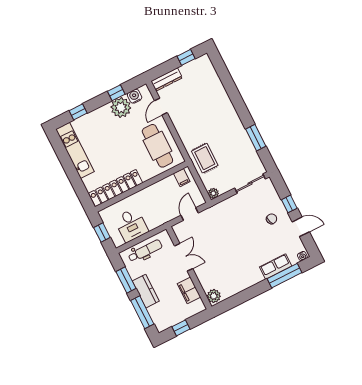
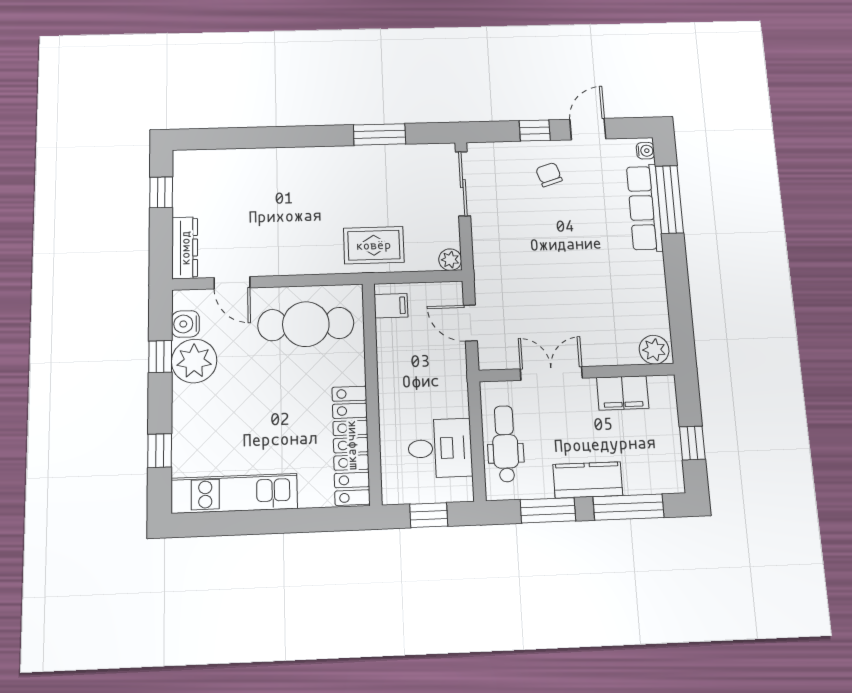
row of seats: (276, 267) -> (645, 208), width x1.48

